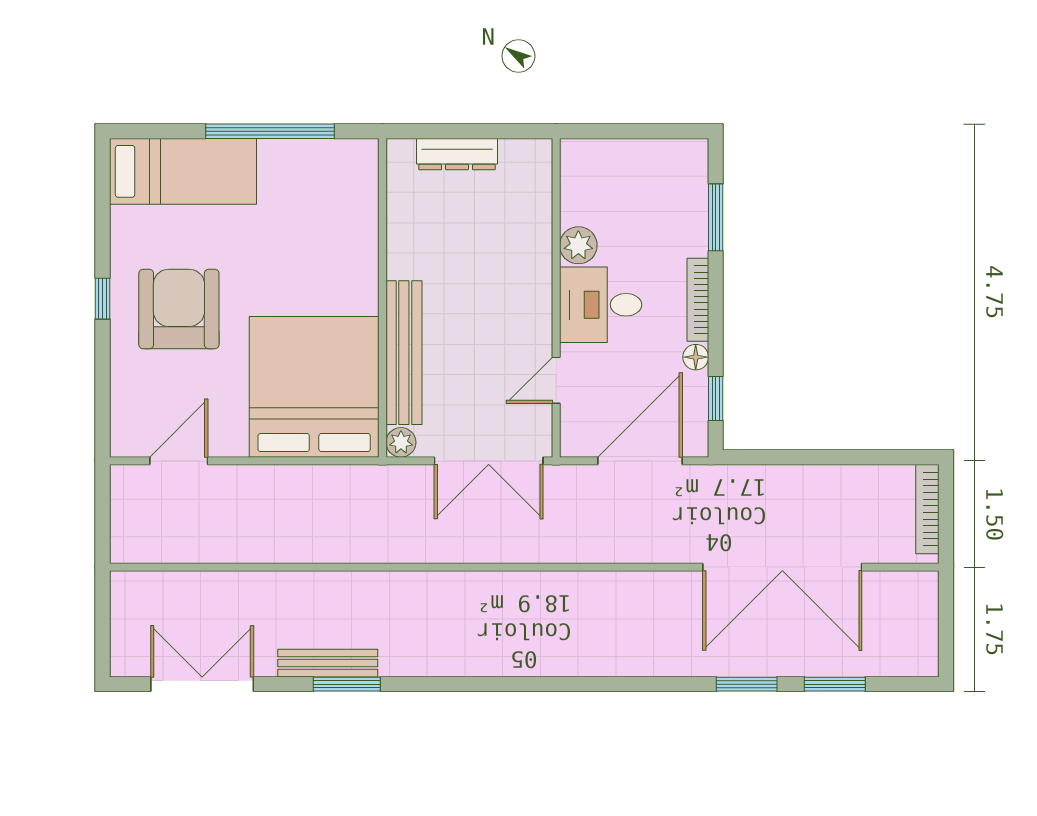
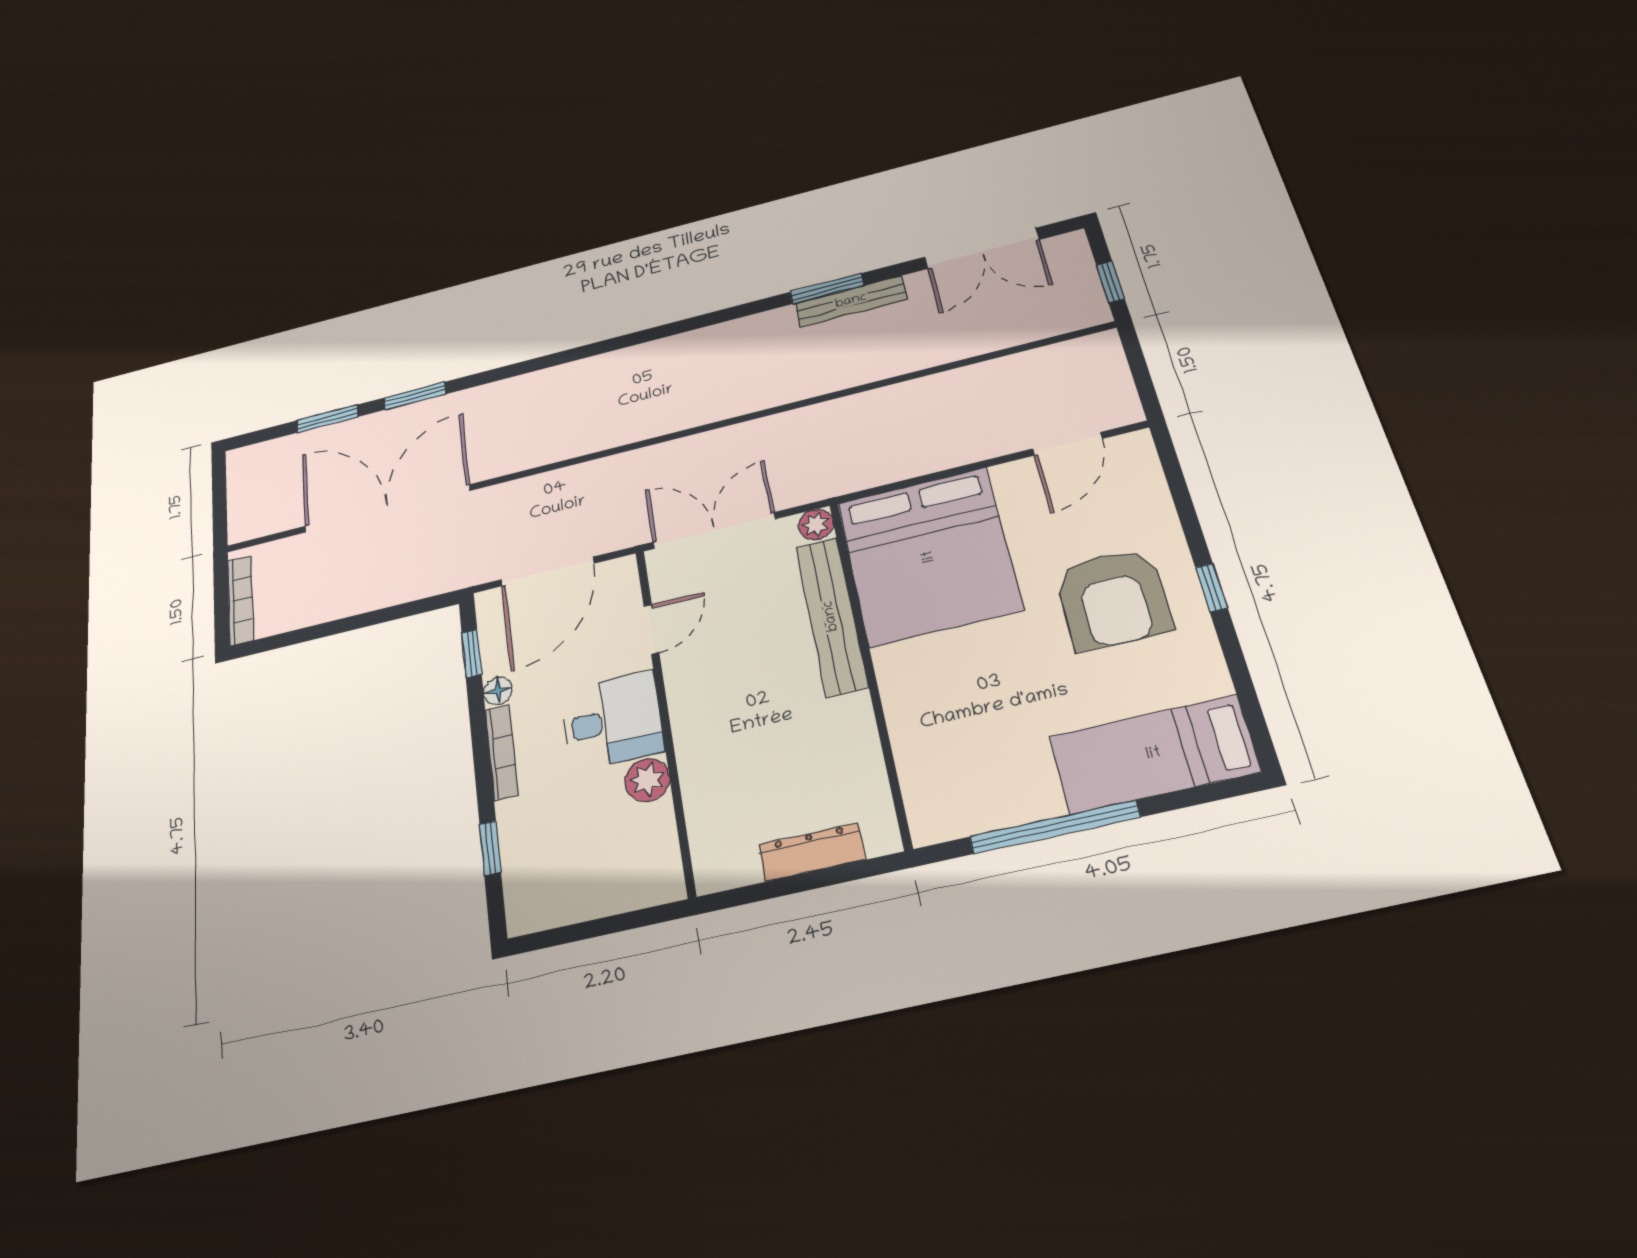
window: (716, 217) -> (490, 848), width x0.67
window: (103, 612) -> (1110, 282), added

